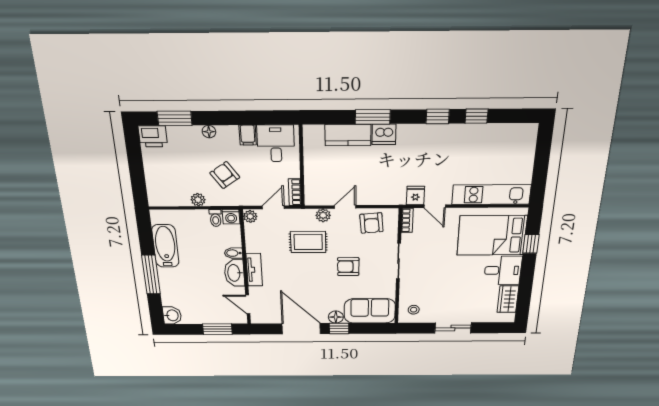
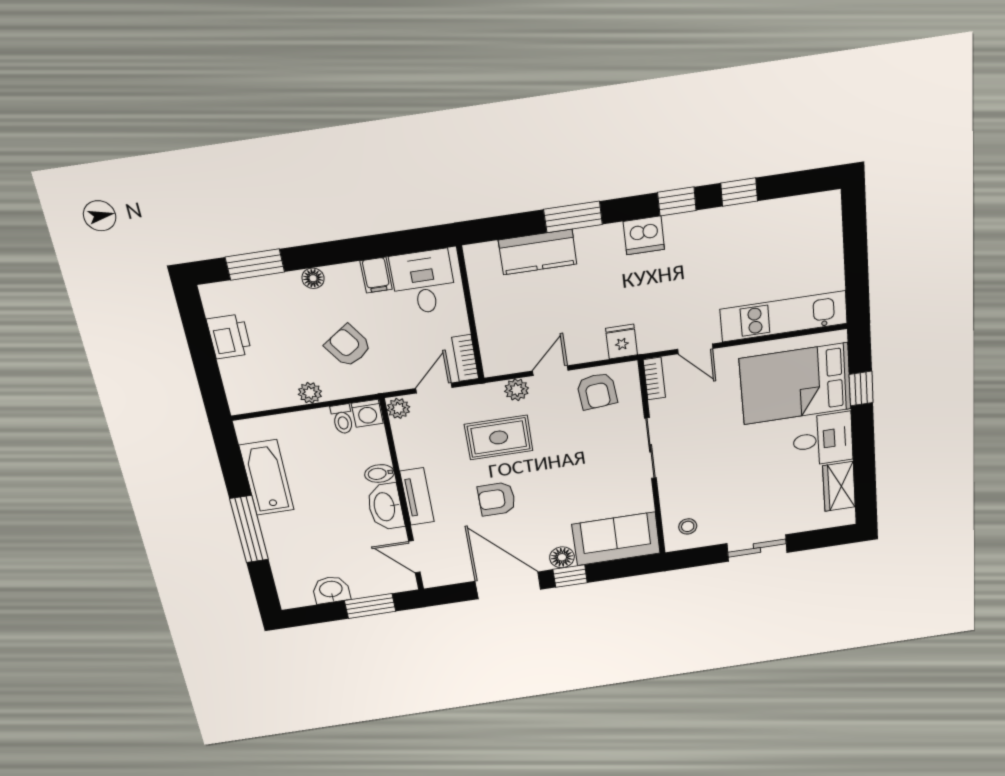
dishwasher: (384, 134) -> (644, 235), moved
printer: (153, 136) -> (229, 337), moved, turned -90
fridge: (415, 196) -> (622, 342), moved
armchair: (348, 267) -> (497, 499), moved
washbasin: (172, 315) -> (331, 590), moved, turned -90

